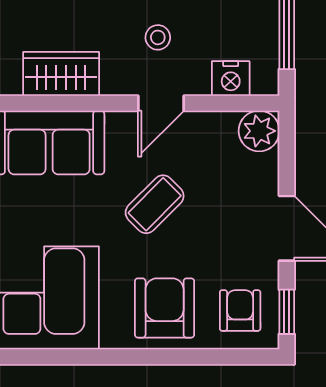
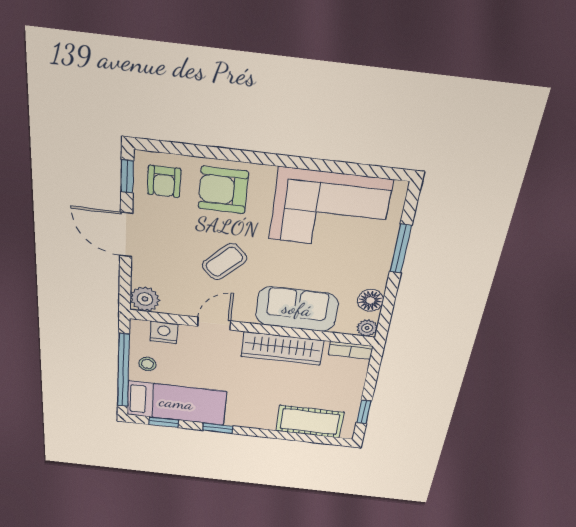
stool: (158, 37) -> (147, 364), moved
wardrobe: (61, 74) -> (282, 348), width x1.50
armchair: (165, 308) -> (223, 190), turned 90

